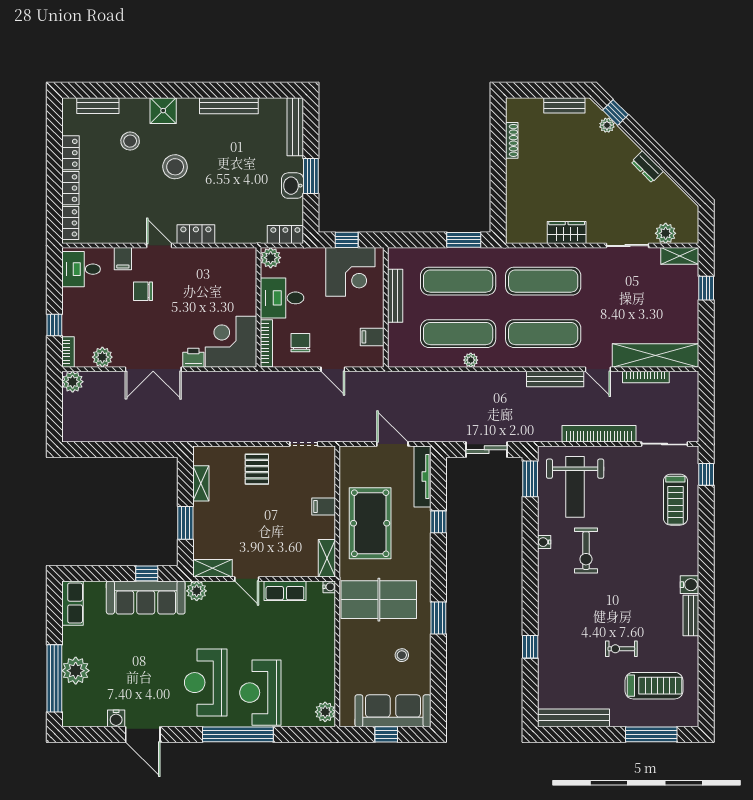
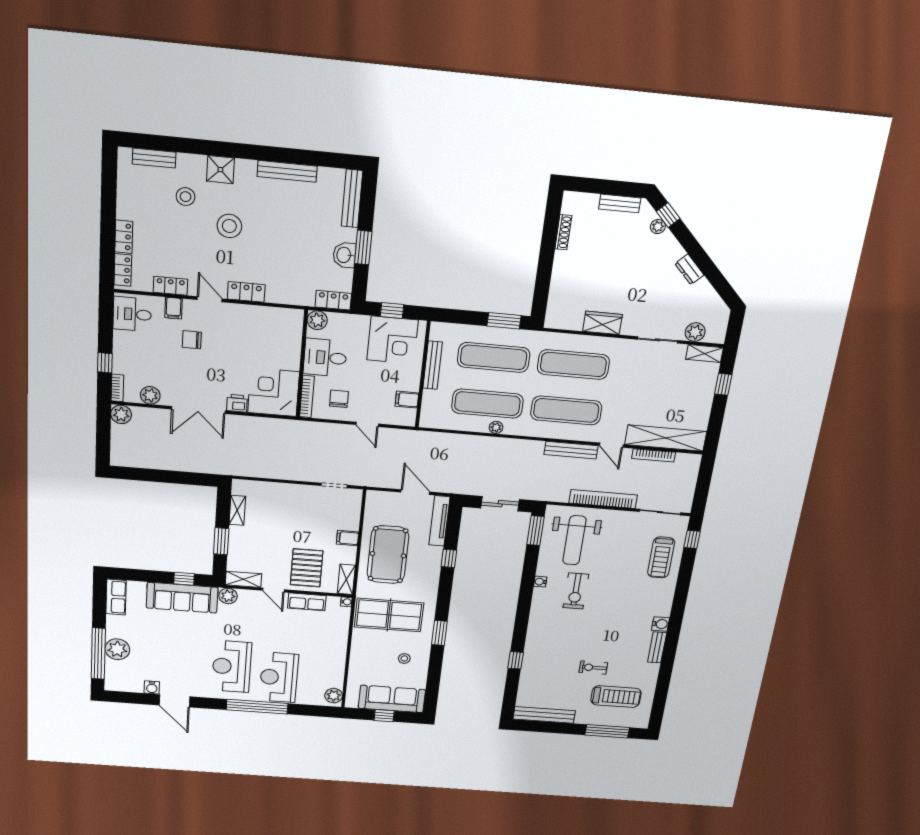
locker: (70, 153) -> (171, 286), moved, turned -90
pallet: (257, 469) -> (307, 568), moved, width x1.50, depth x1.42

